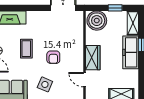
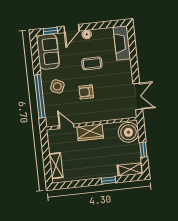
freezer: (131, 52) -> (100, 170), removed
door: (85, 80) -> (67, 126), hinge flipped

